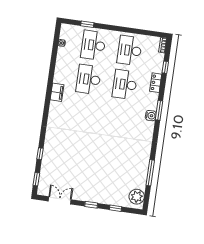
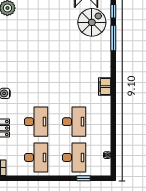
filing cabinet: (57, 92) -> (105, 87), moved
window: (40, 154) -> (113, 38), width x2.17
spiral stairs: (58, 171) -> (92, 22), added

